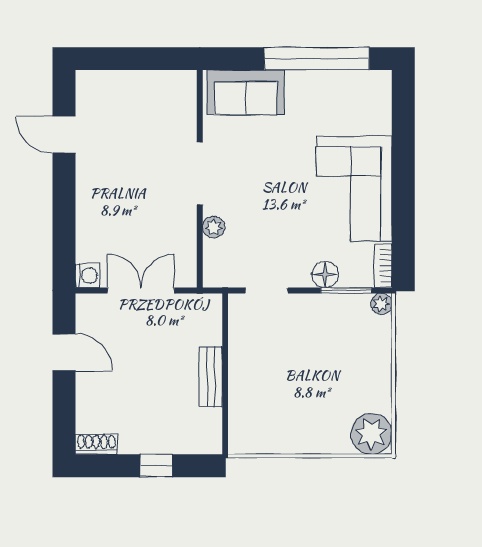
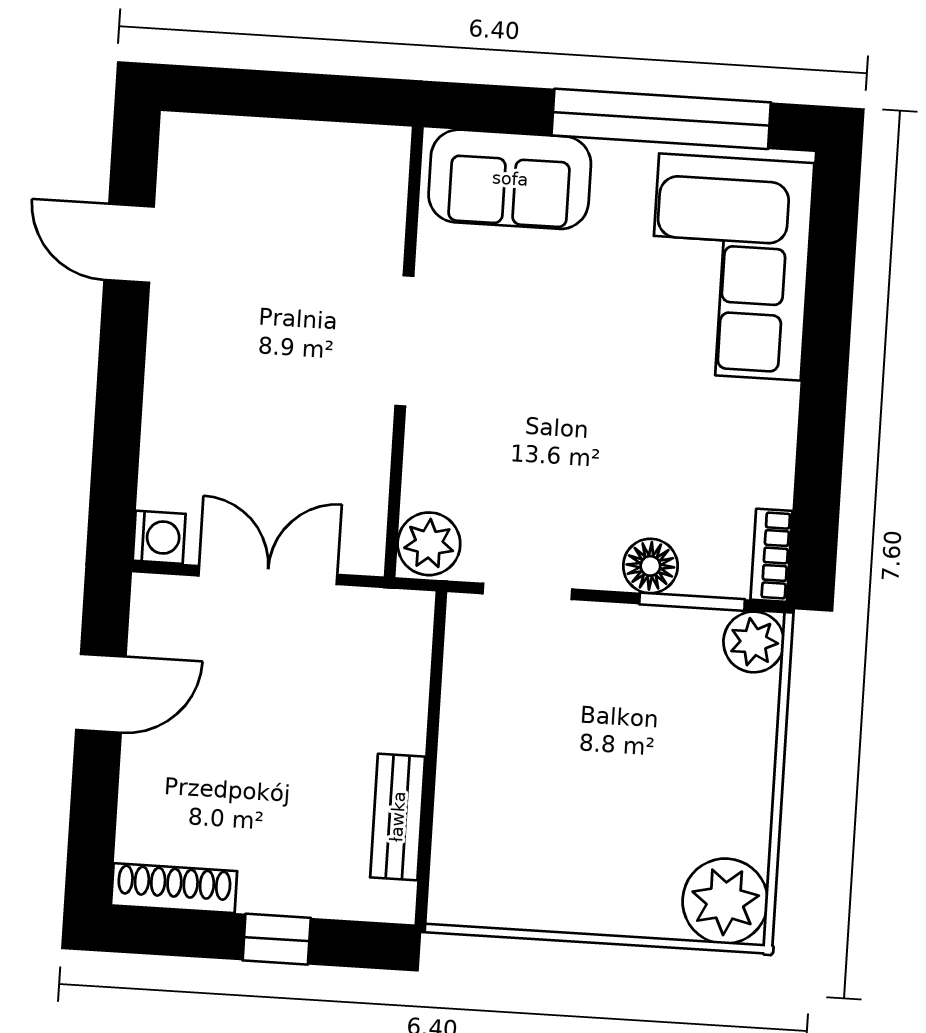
corner sofa: (354, 189) -> (730, 267), moved
plant: (214, 227) -> (429, 544), moved, width x1.38, depth x1.38
plant: (381, 304) -> (754, 642), width x1.38, depth x1.38
door: (64, 353) -> (101, 693), hinge flipped
bench: (211, 377) -> (398, 817), moved
shoe rack: (96, 444) -> (174, 888), width x1.43

